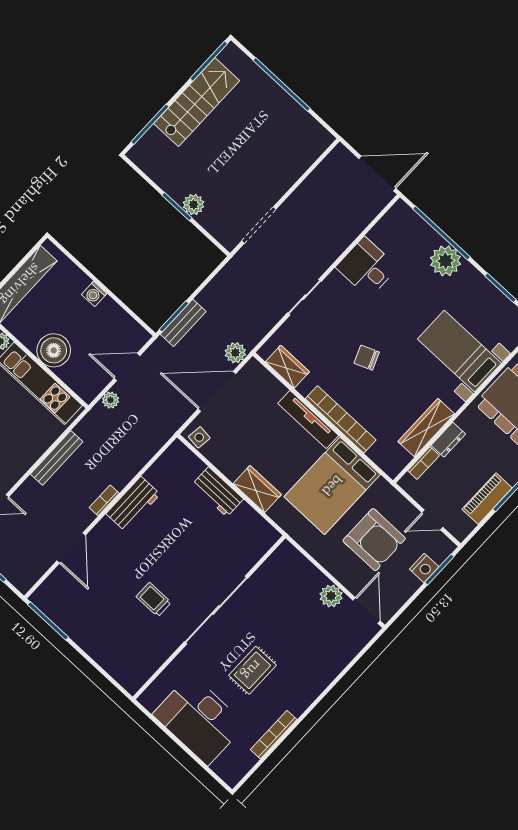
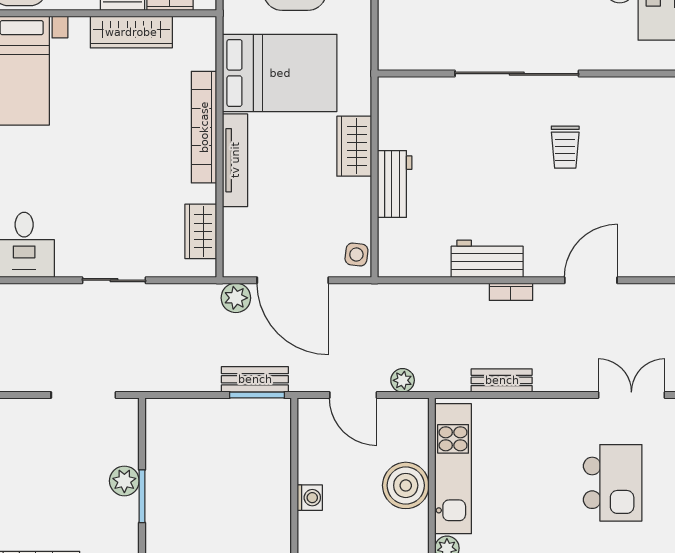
chair: (367, 358) -> (116, 159), removed
bench: (57, 458) -> (502, 380), width x0.73

